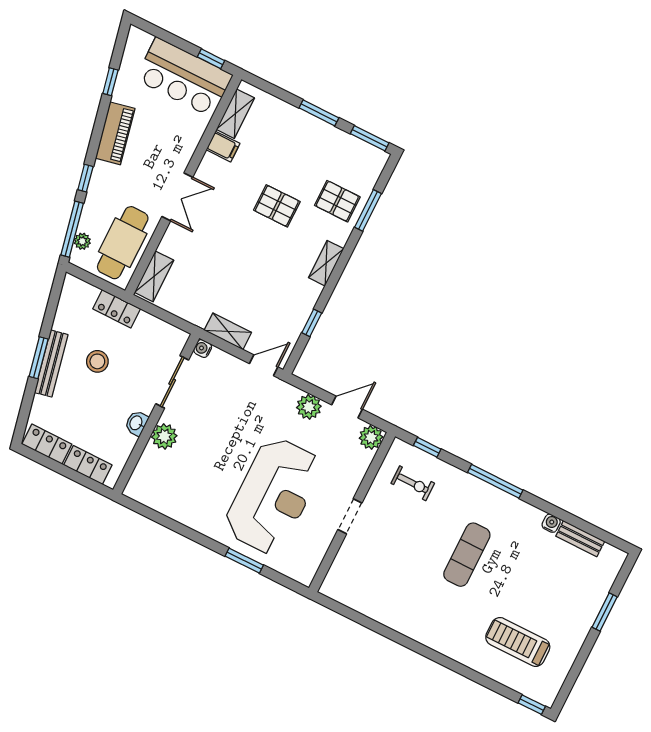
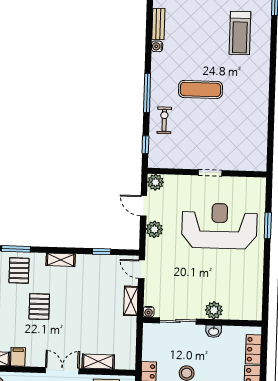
shelving: (154, 276) -> (98, 362), moved
exercise bike: (413, 483) -> (164, 120), moved

